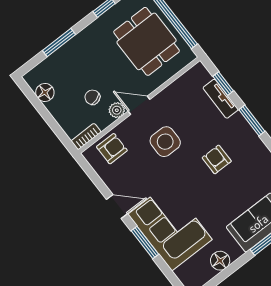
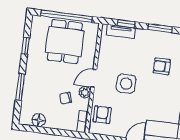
dining table: (147, 41) -> (65, 41), turned 90
tv unit: (221, 99) -> (121, 32), moved

